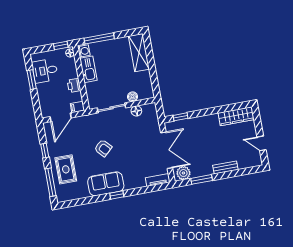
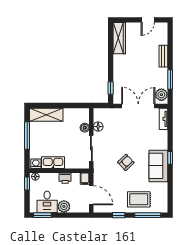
window: (99, 38) -> (27, 135), moved
window: (32, 80) -> (42, 215), moved
plant: (43, 90) -> (64, 206), added

